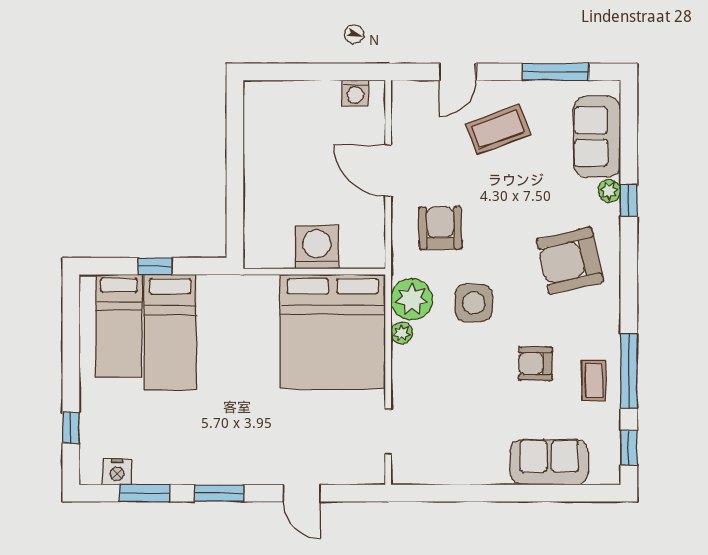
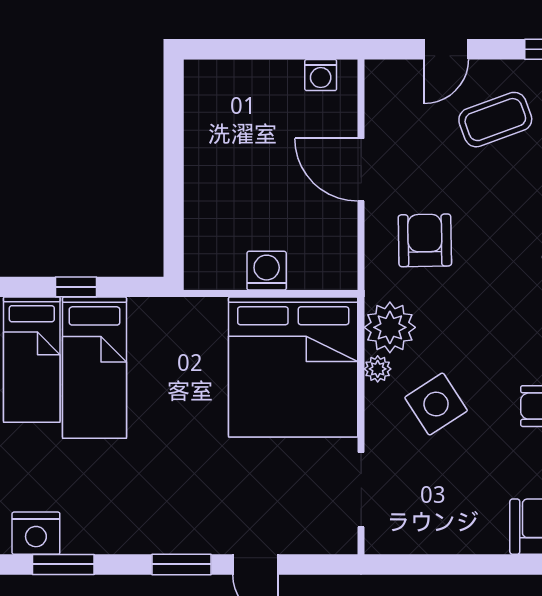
washing machine: (317, 247) -> (267, 271), width x0.73, depth x0.73
side table: (474, 303) -> (436, 404), moved, turned -33
doorway: (388, 432) -> (361, 490), width x1.38
nightstand: (117, 472) -> (36, 533), width x1.36, depth x1.33
window: (219, 493) -> (182, 564), moved

